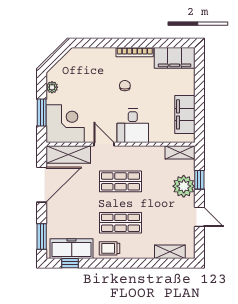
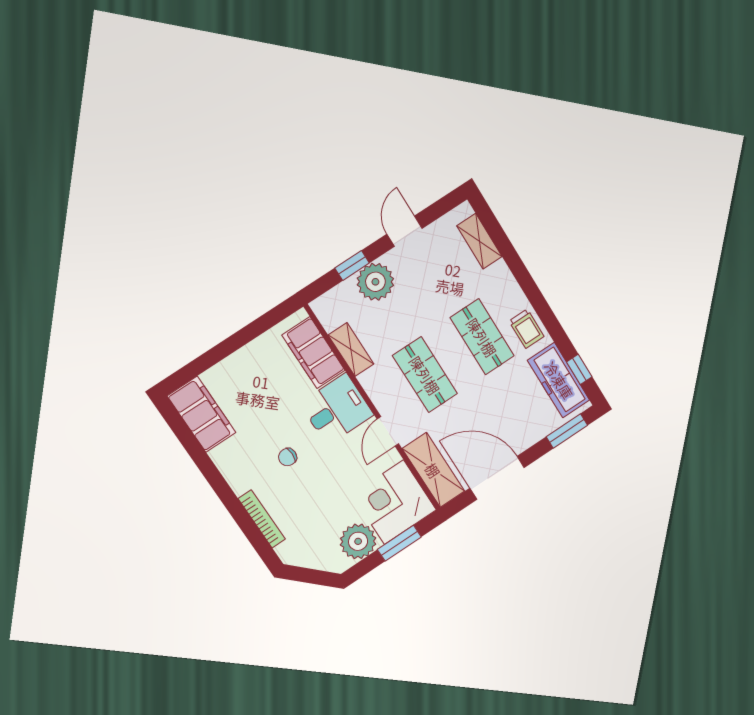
bookcase: (135, 52) -> (262, 519), moved
plant: (52, 87) -> (358, 541), width x1.88, depth x1.88
filing cabinet: (185, 114) -> (314, 353), moved, turned 90
shelving: (180, 152) -> (351, 350), moved

